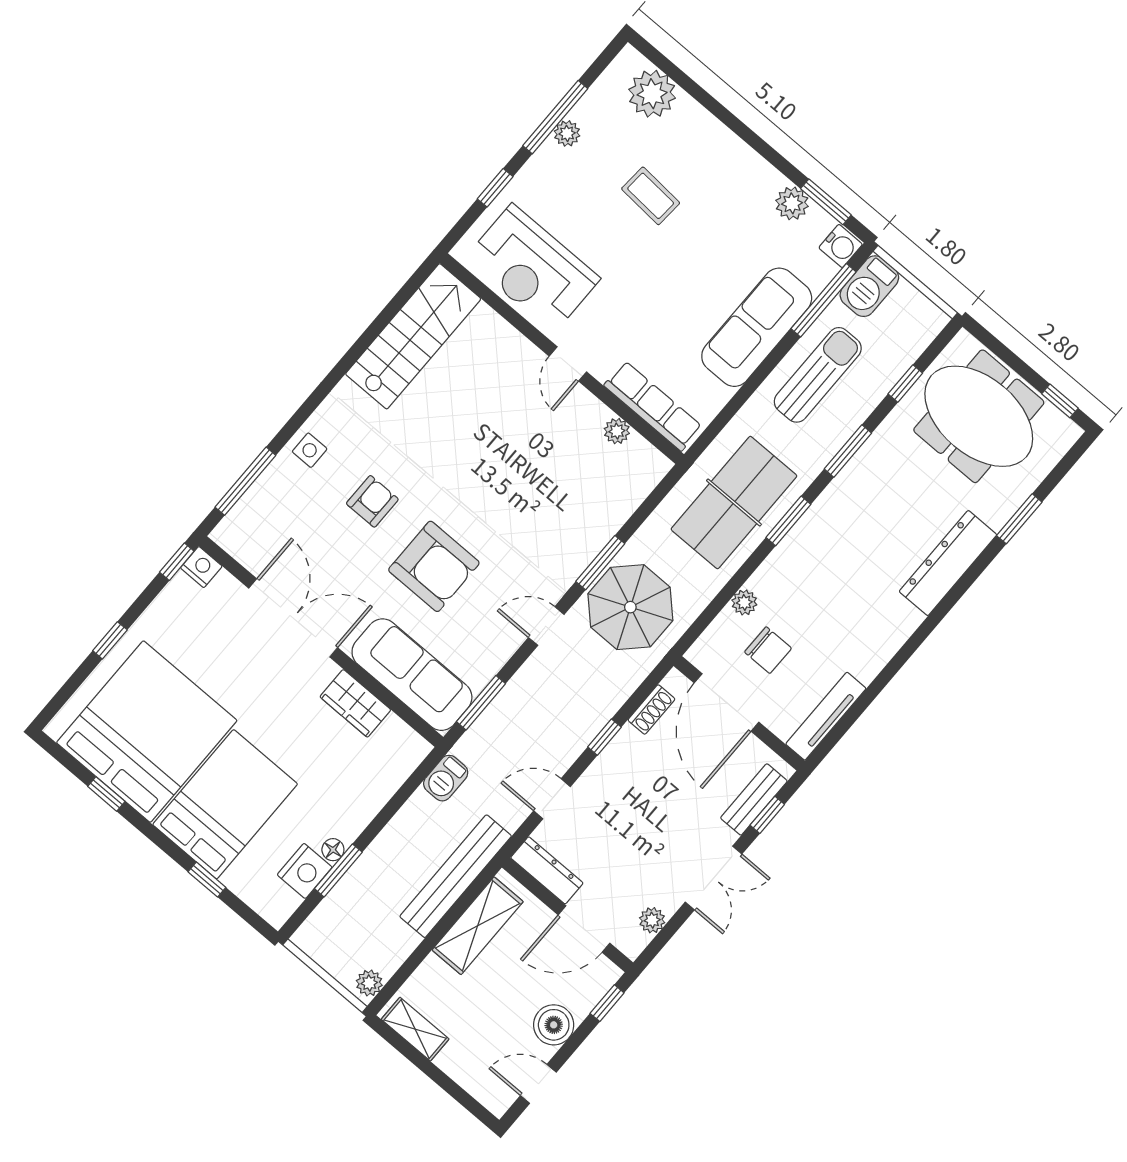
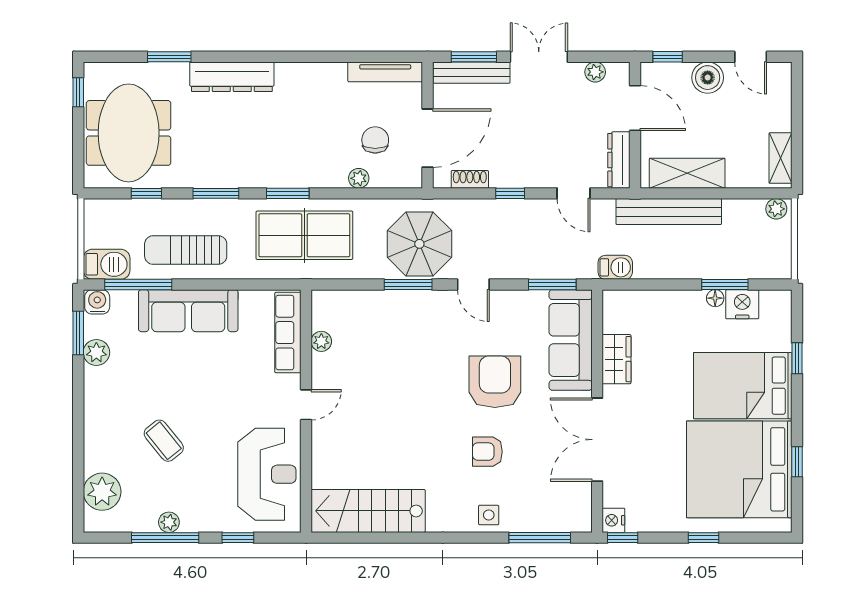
coffee table: (651, 196) -> (164, 441), turned -43
bench: (754, 799) -> (471, 73), width x1.36
window: (767, 815) -> (474, 57), width x1.50

